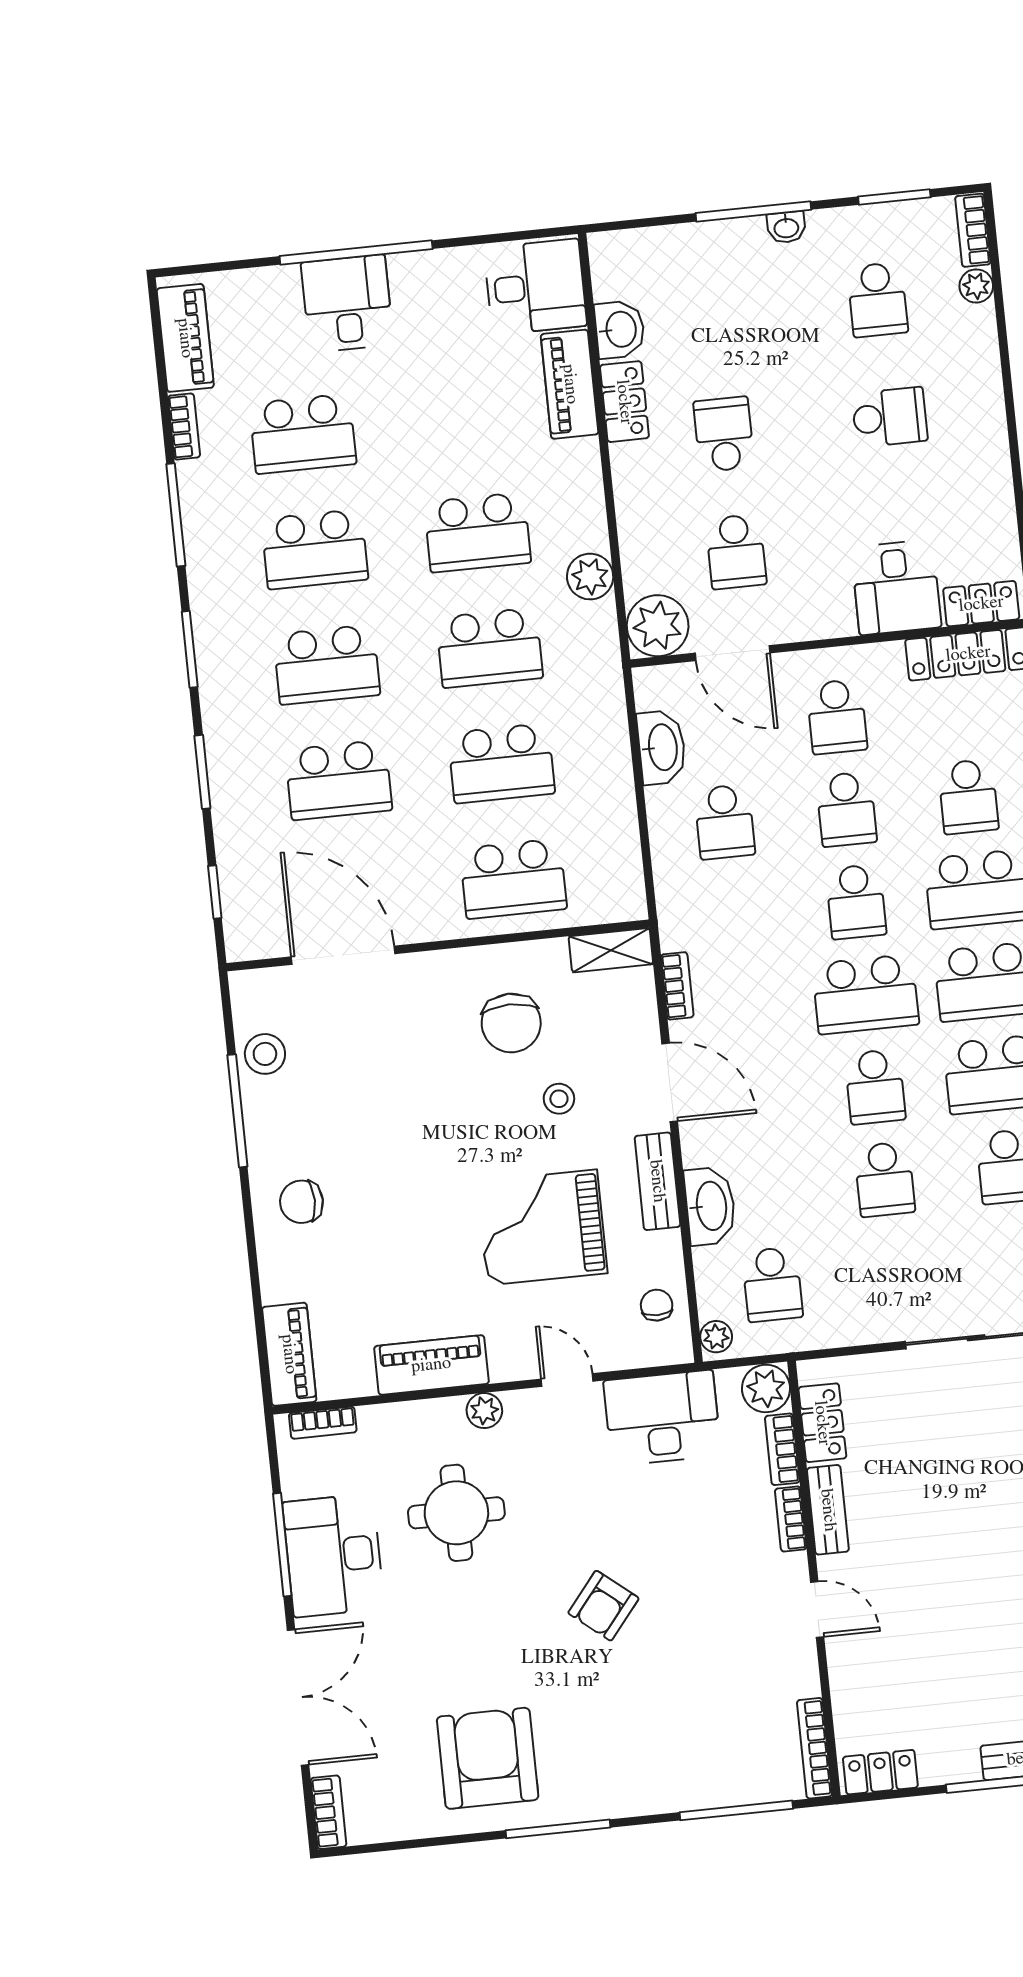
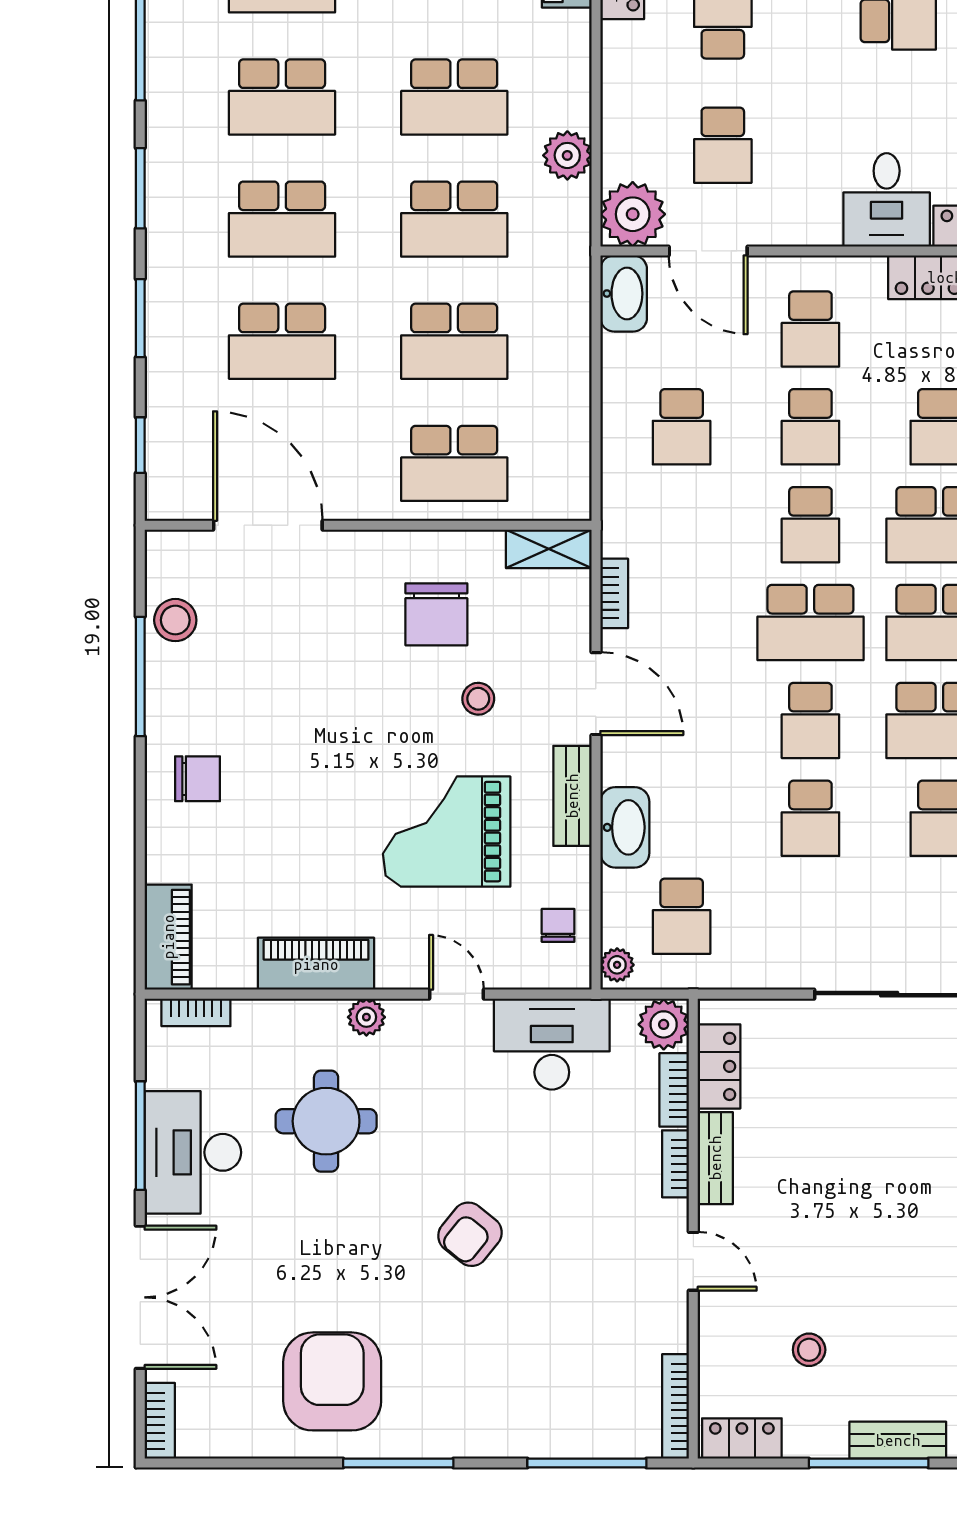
washbasin: (662, 747) -> (624, 294), moved
chair: (301, 1202) -> (198, 779), turned 180
stool: (935, 1682) -> (809, 1350), added

